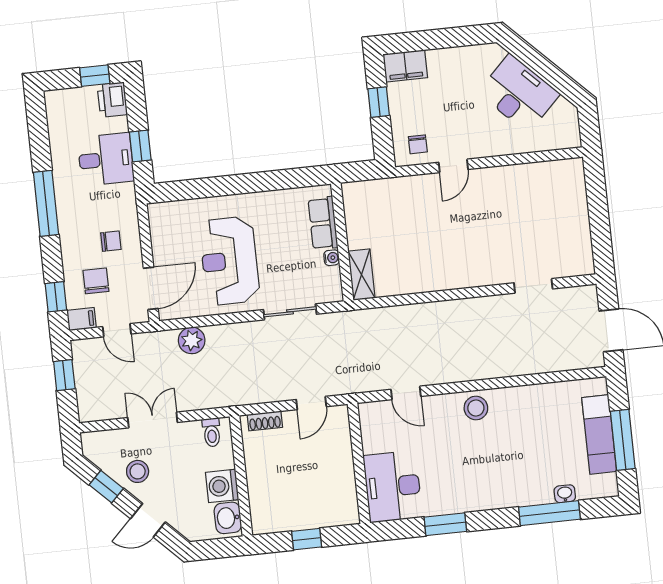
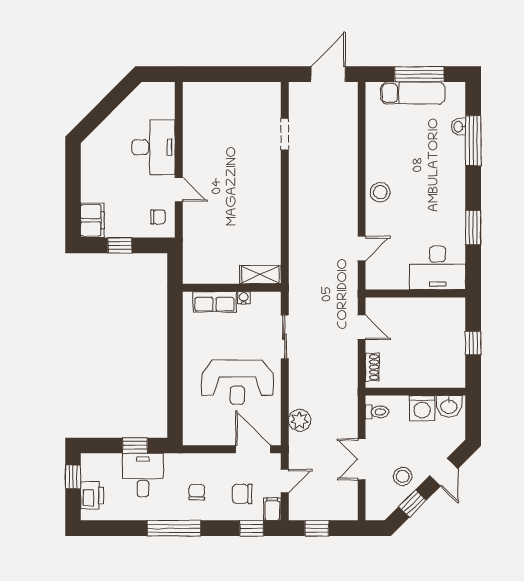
desk: (519, 93) -> (153, 147), moved, turned 135
printer: (112, 100) -> (92, 495), moved, turned -90
chair: (111, 241) -> (197, 492), moved

